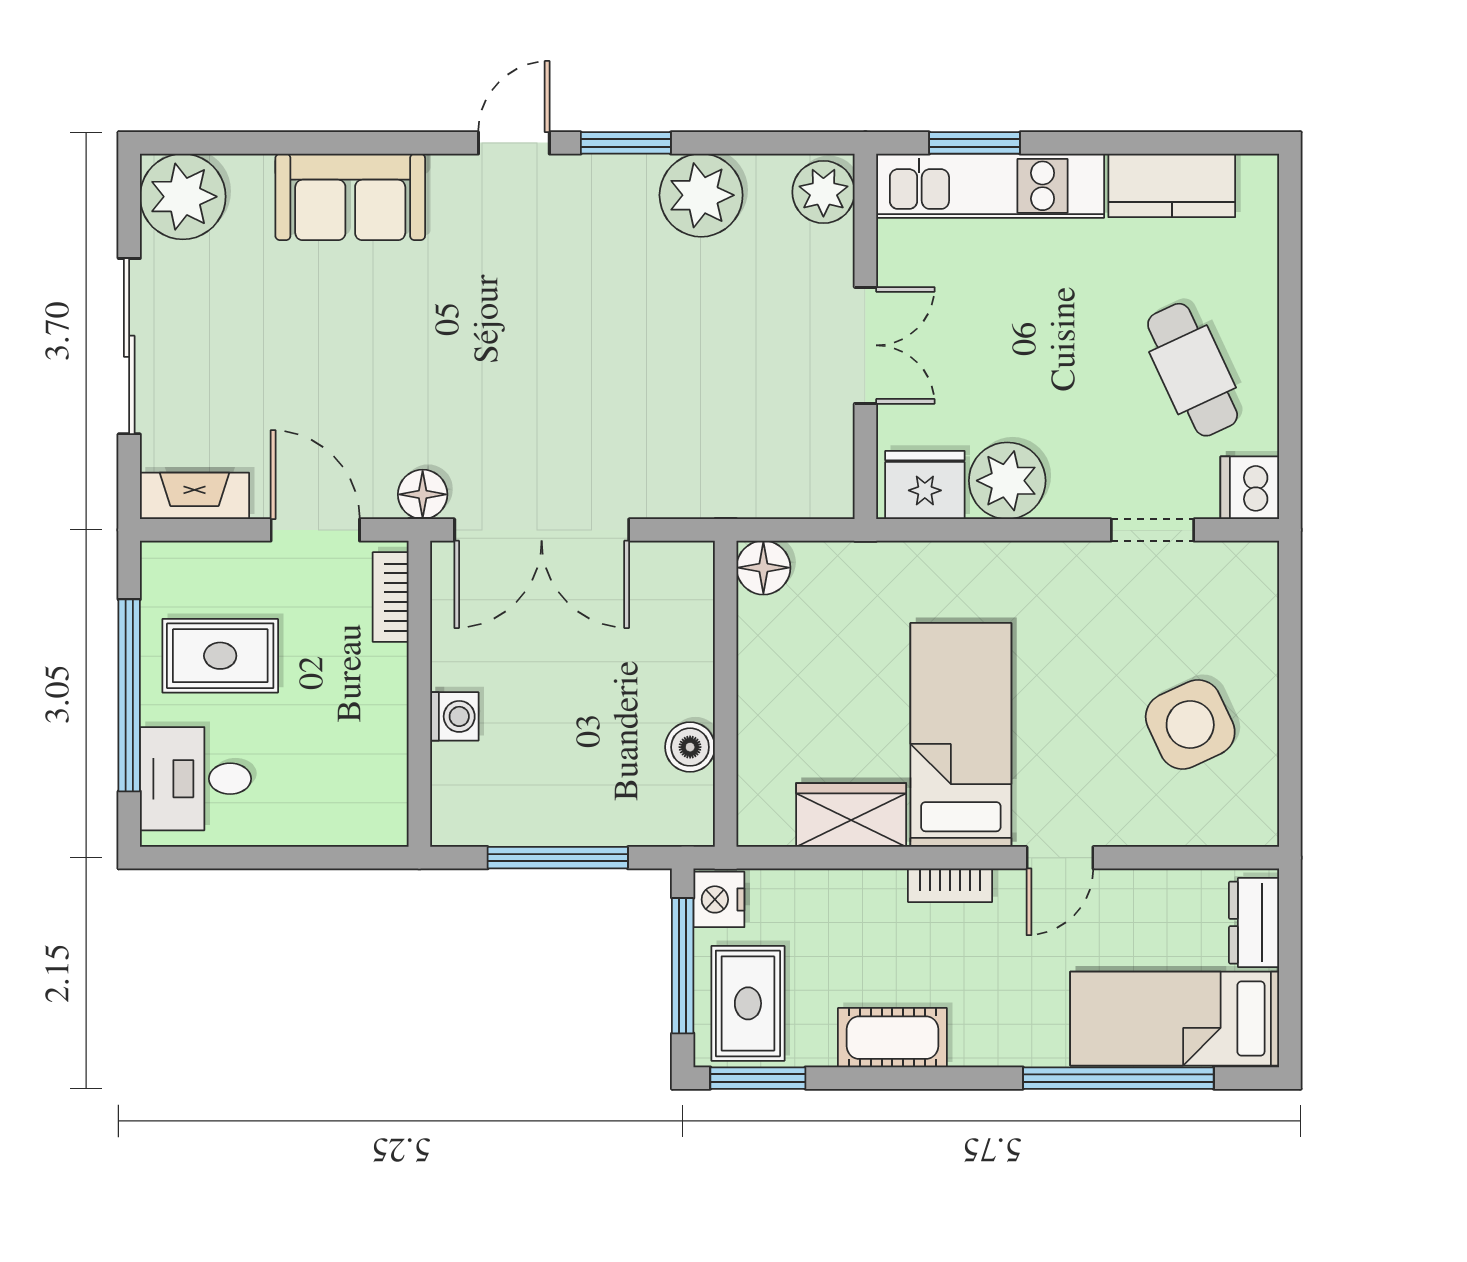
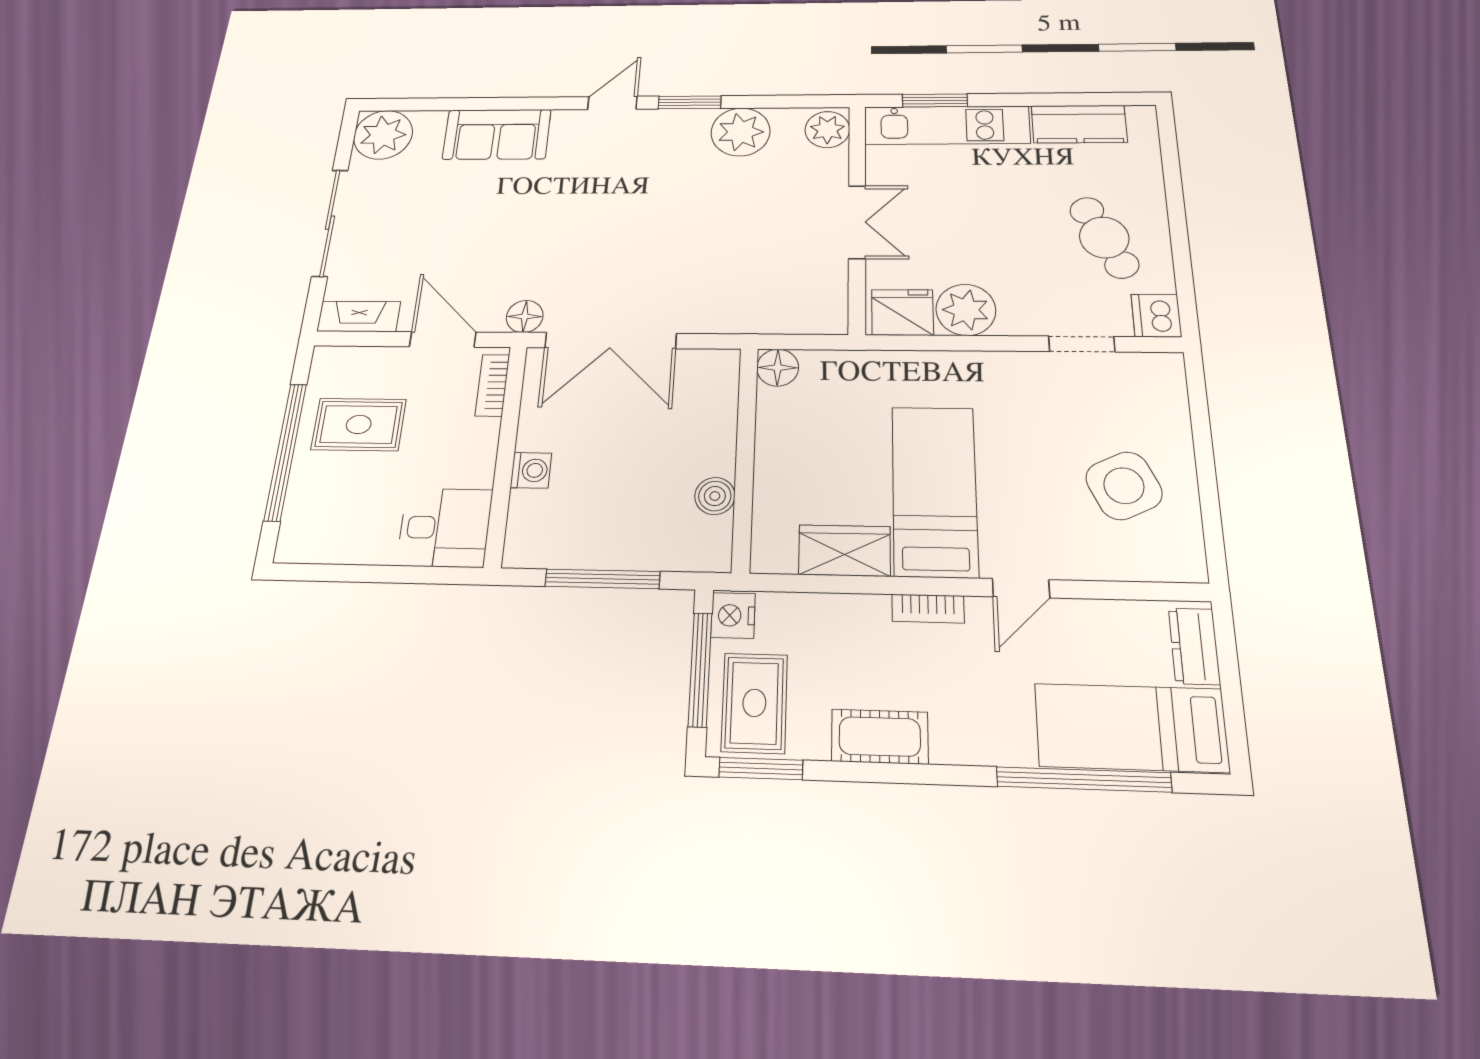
desk: (196, 779) -> (445, 528), moved, turned 180

